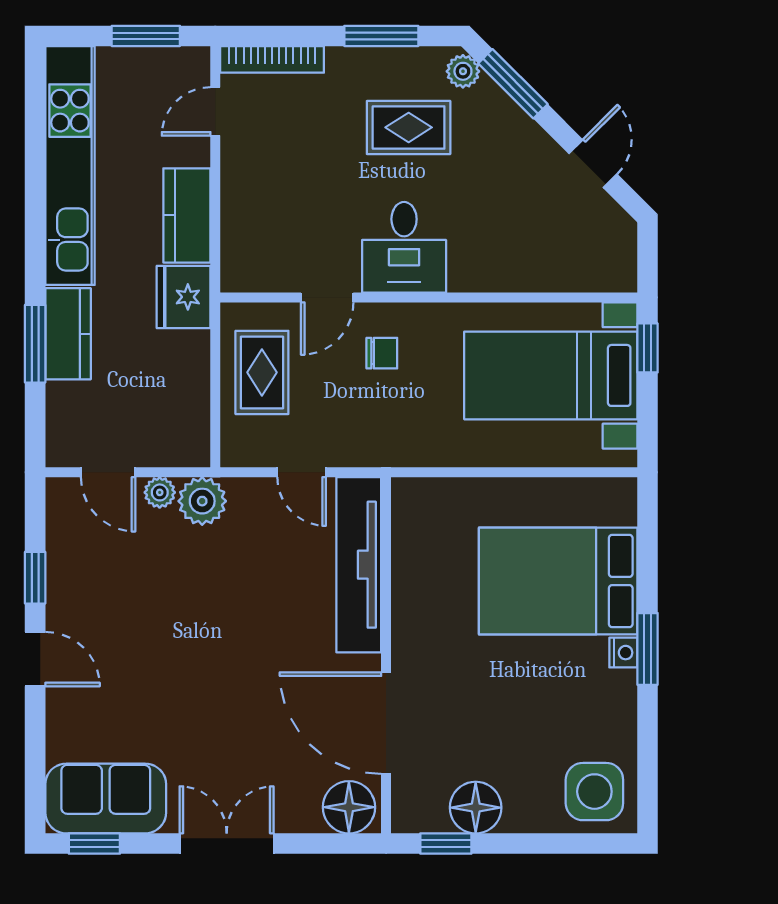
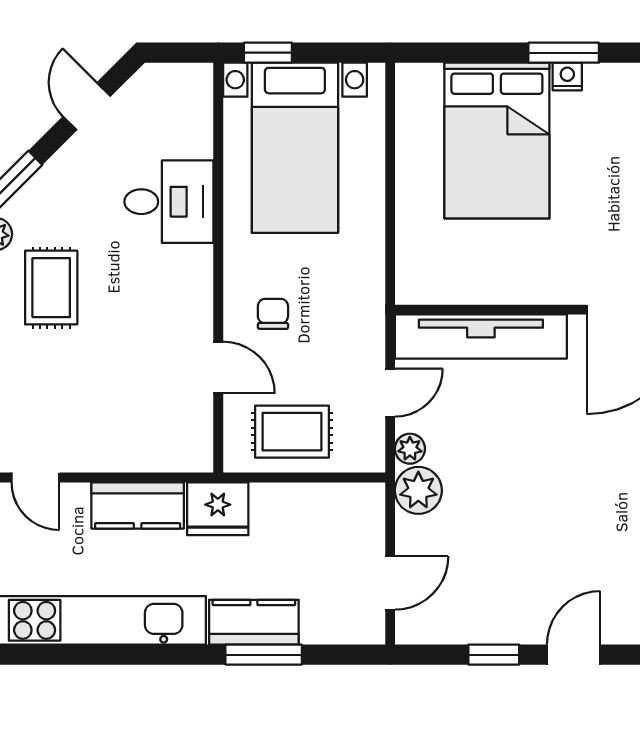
door: (593, 164) -> (87, 106), hinge flipped
desk: (404, 247) -> (169, 202), moved
plant: (160, 492) -> (410, 449), moved

